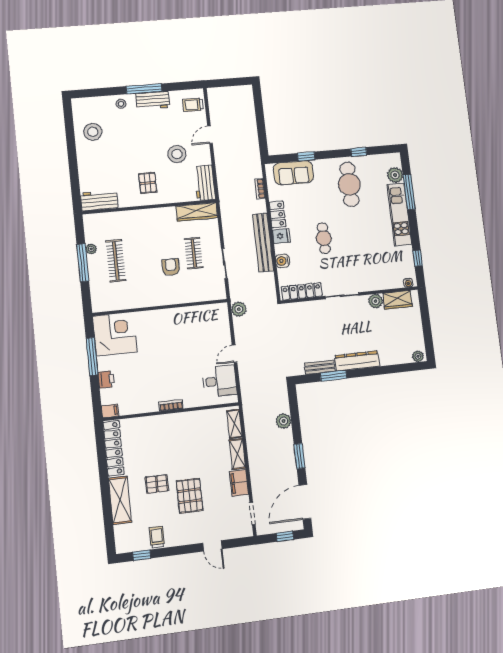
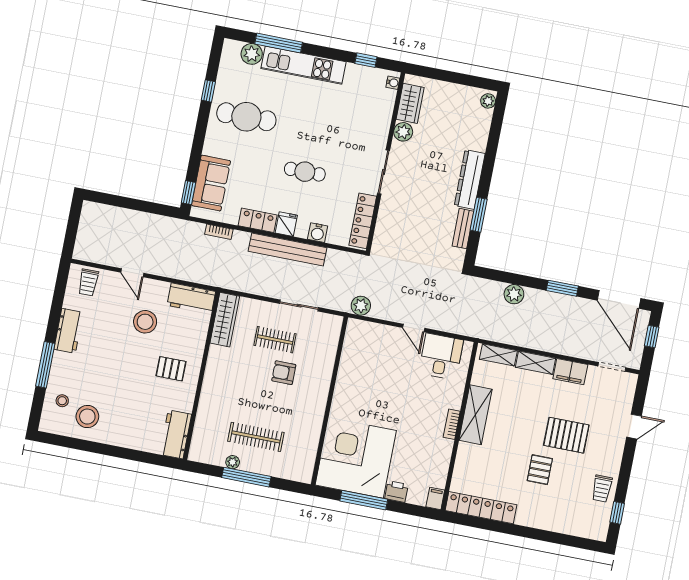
window: (144, 89) -> (45, 365), moved
stool: (121, 104) -> (62, 401), moved
window: (306, 156) -> (188, 193), moved
corner desk: (115, 334) -> (356, 458), width x1.36, depth x1.36
shelving: (120, 500) -> (475, 415), moved, turned 90
trolley: (157, 537) -> (602, 489), turned -90

